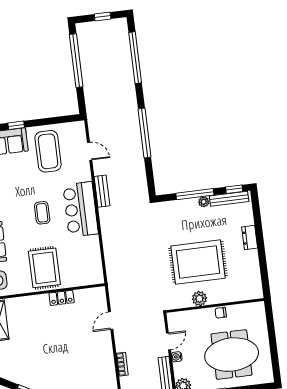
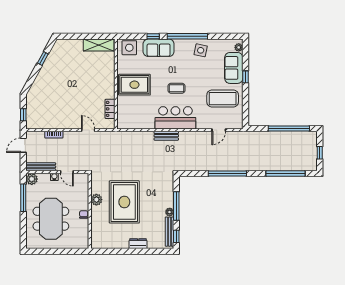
bench: (102, 191) -> (166, 136), moved
locker: (62, 298) -> (110, 109), moved

